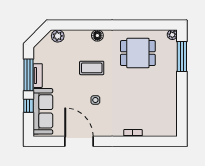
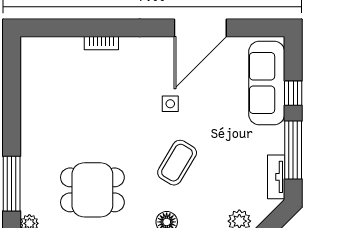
coffee table: (92, 68) -> (177, 163), turned -59
tv unit: (38, 76) -> (276, 177), moved
door: (79, 141) -> (200, 28), hinge flipped

